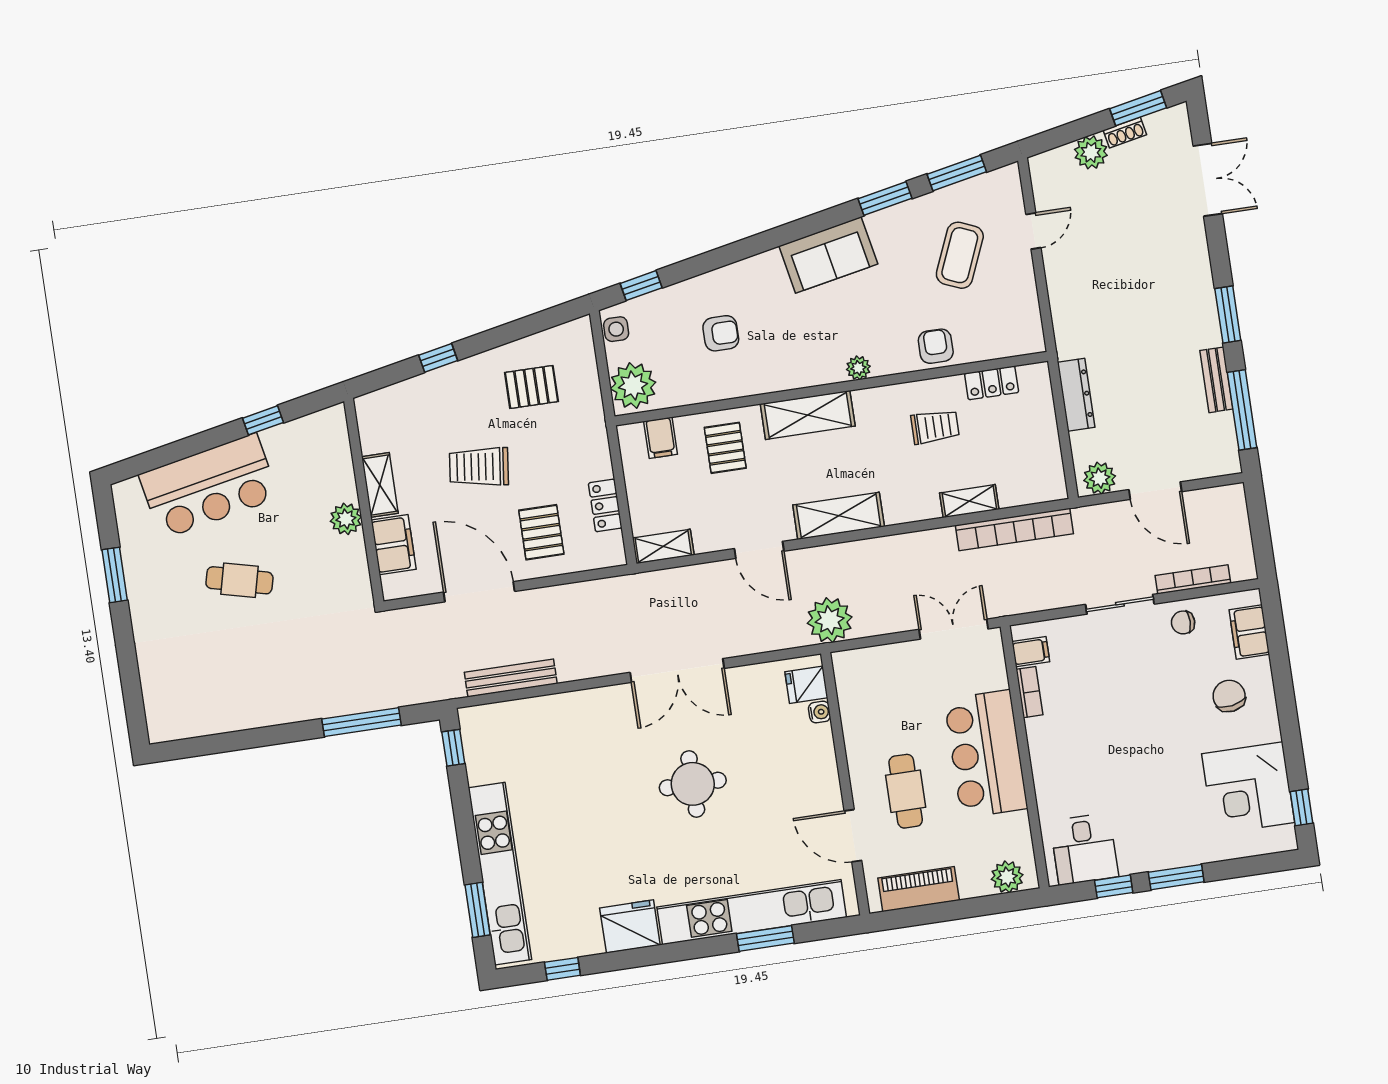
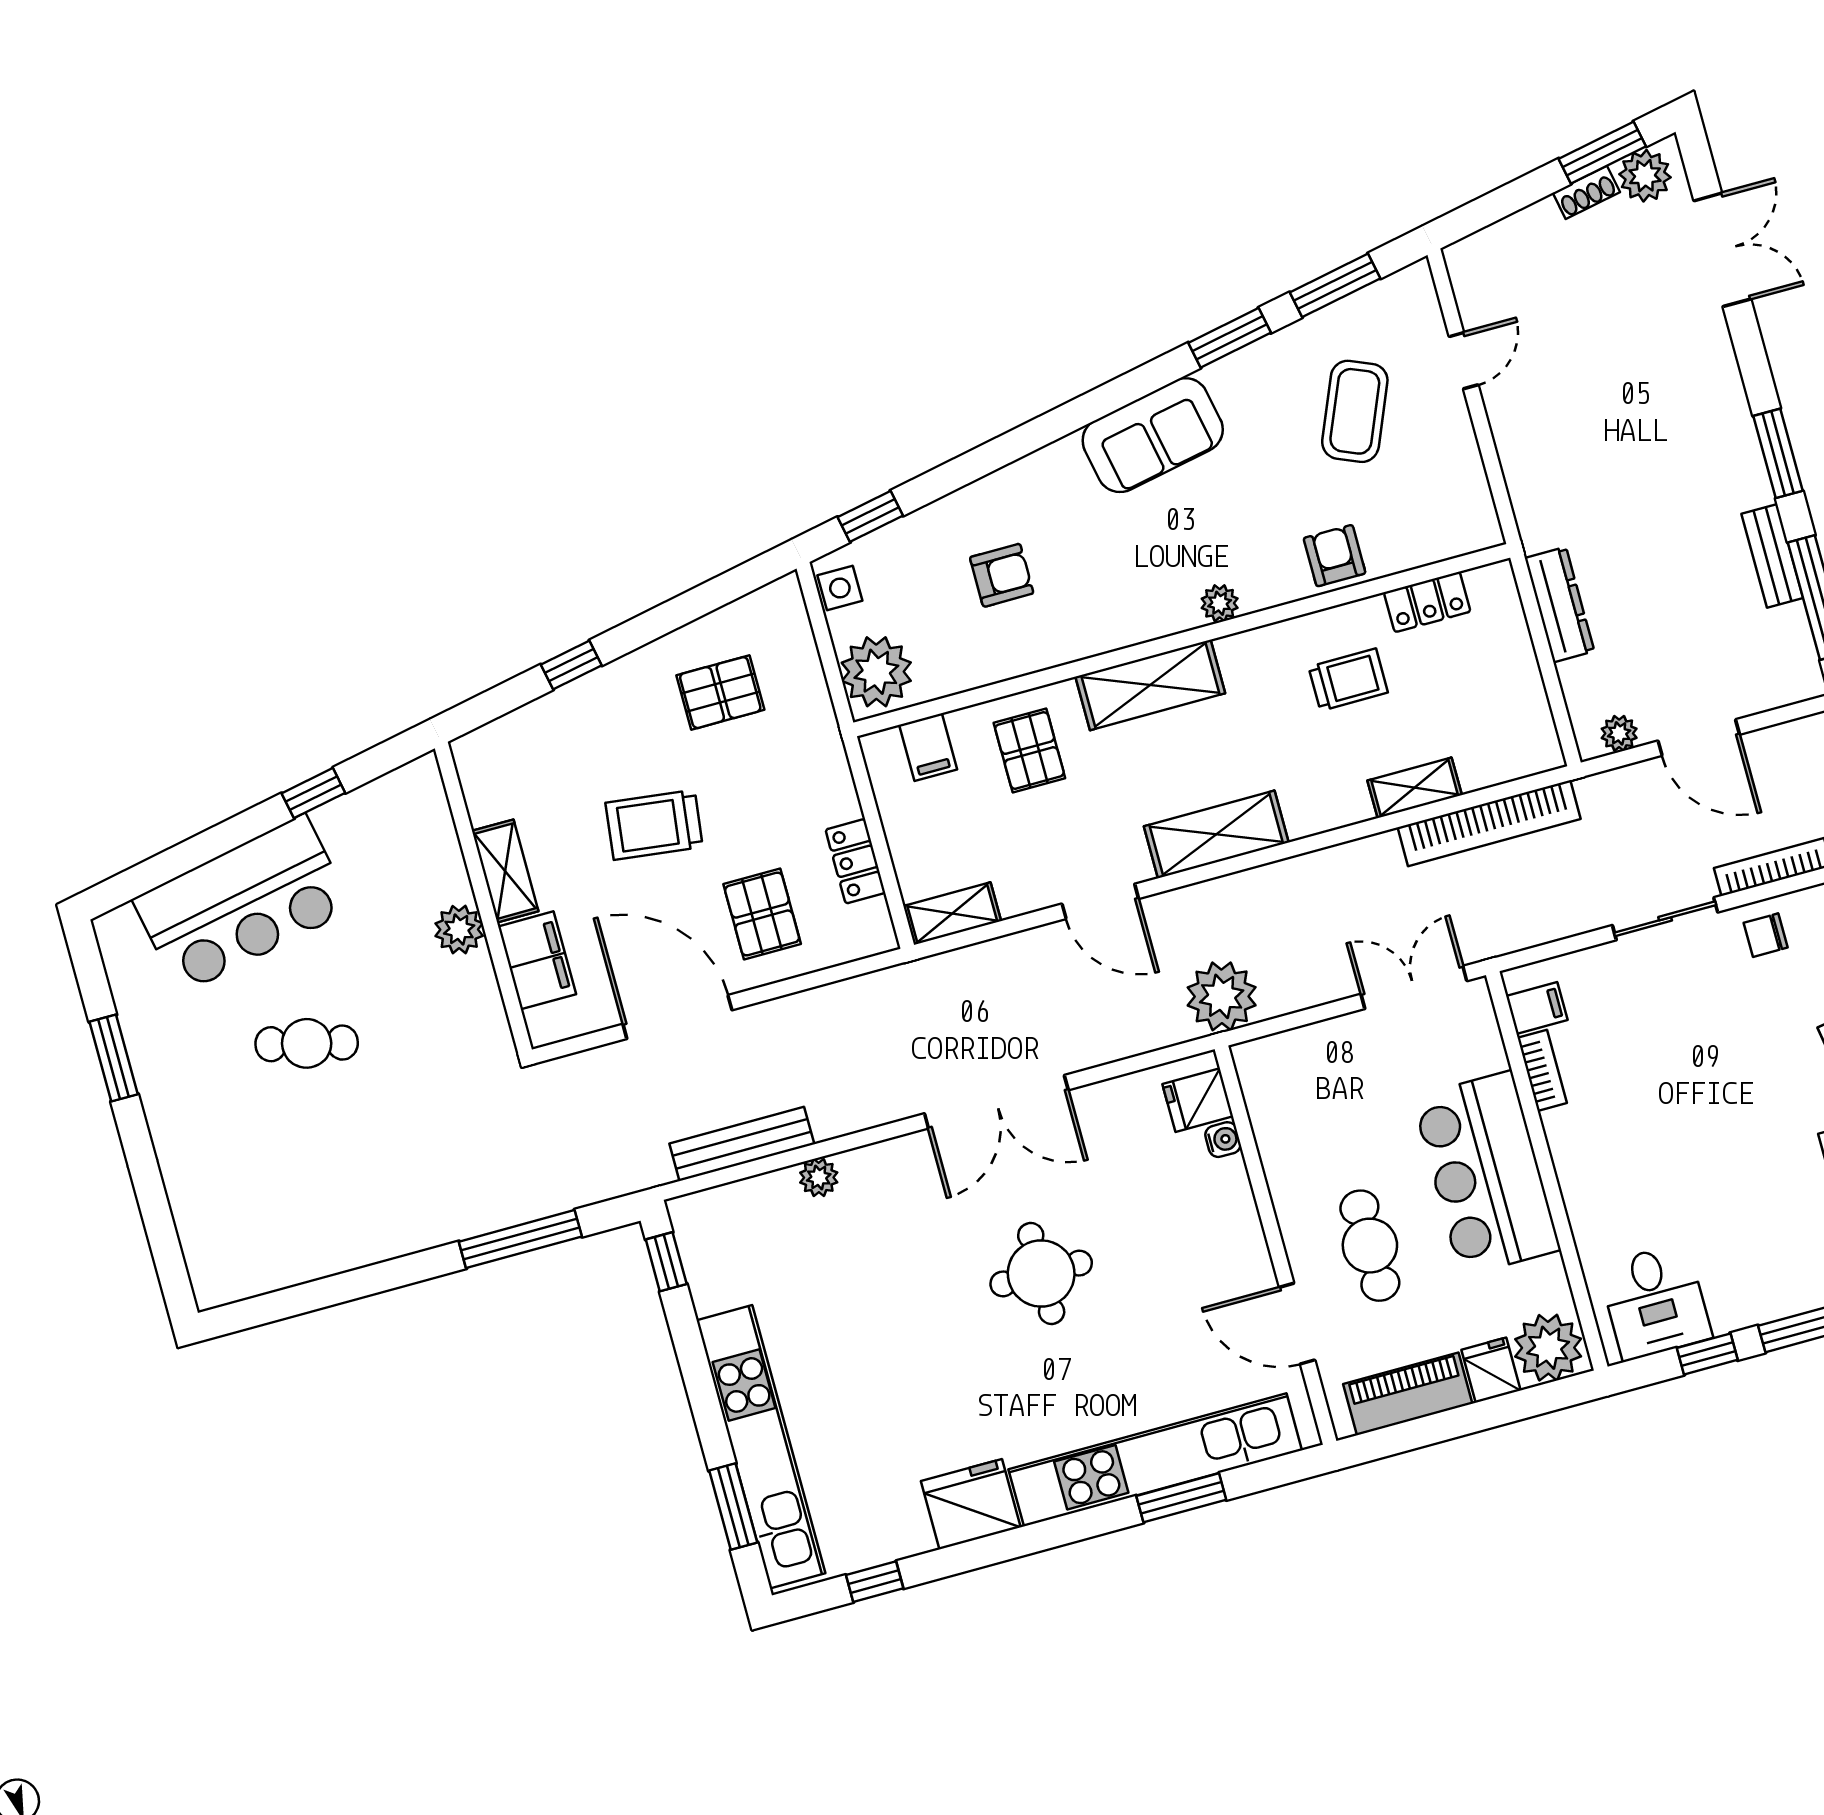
plant: (1091, 152) -> (1645, 176), moved
plant: (1100, 478) -> (1619, 733), width x0.73, depth x0.73
plant: (557, 705) -> (819, 1177), added
plant: (1007, 877) -> (1548, 1348), width x1.36, depth x1.36
fridge: (974, 880) -> (1491, 1370), added

